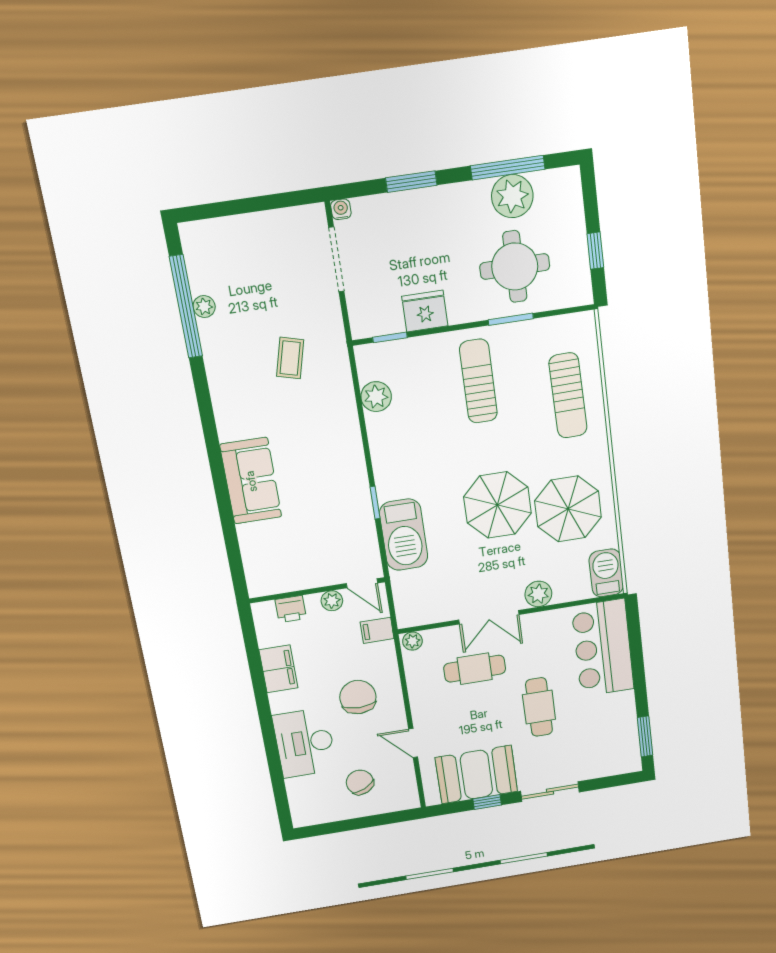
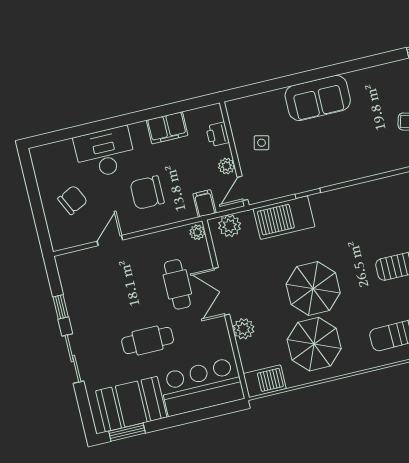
plant: (376, 397) -> (230, 226), moved
side table: (305, 556) -> (261, 143), added
chair: (358, 697) -> (147, 193), turned 180
booth: (476, 775) -> (131, 404), moved, turned 90

